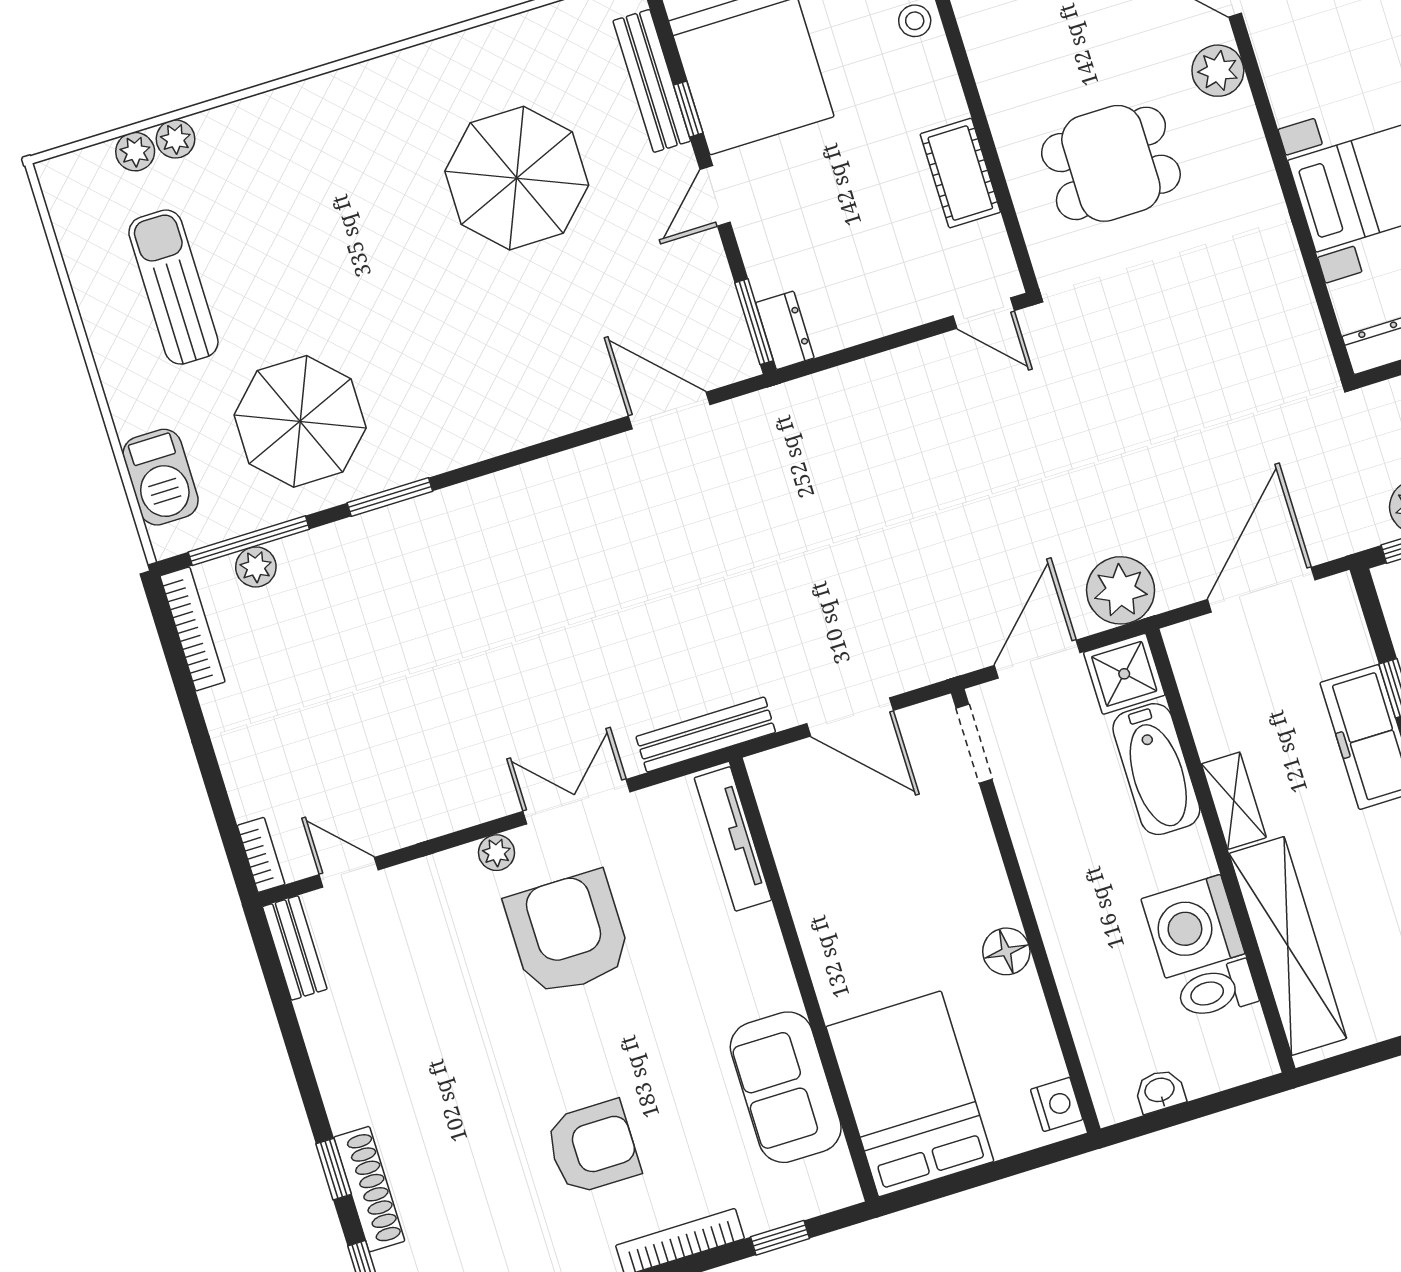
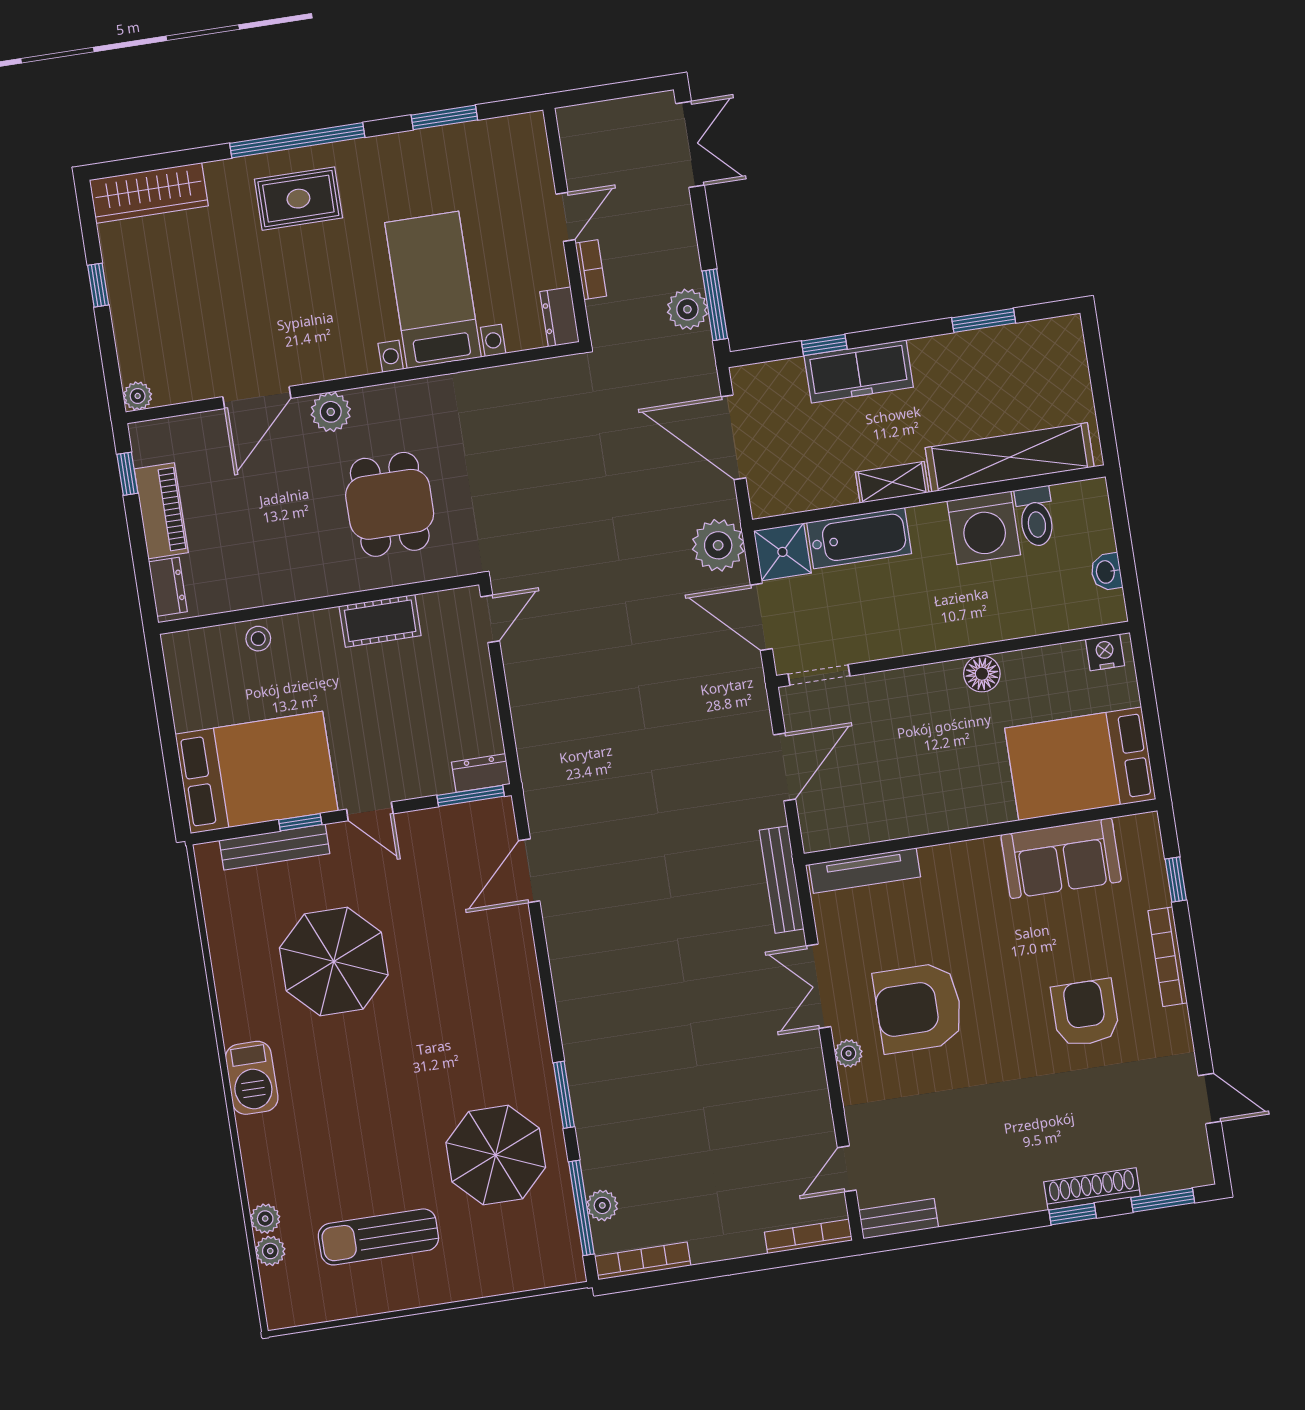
barbecue: (161, 477) -> (252, 1078), moved, turned 90
bookcase: (261, 855) -> (808, 1236), width x1.56

